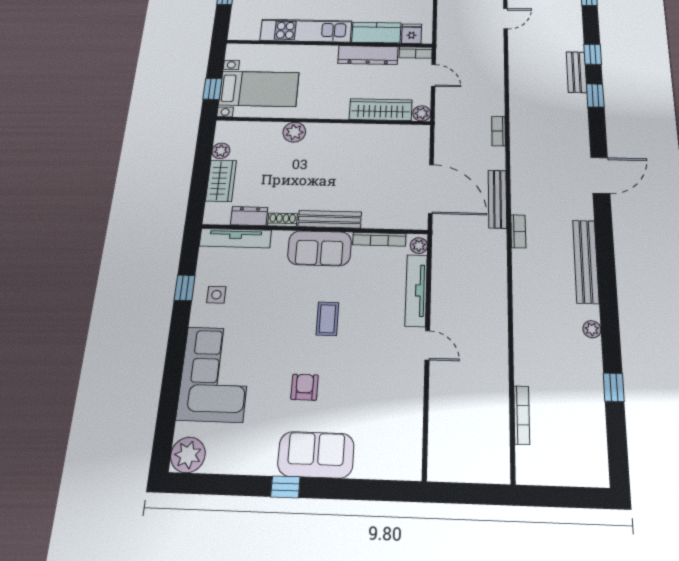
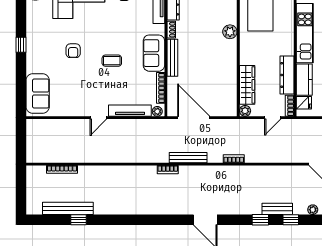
door: (431, 189) -> (194, 118), swing flipped
bench: (586, 261) -> (68, 208), moved
plant: (592, 329) -> (313, 210), moved
armchair: (305, 387) -> (73, 51), turned 90
sofa: (316, 455) -> (38, 94), moved

